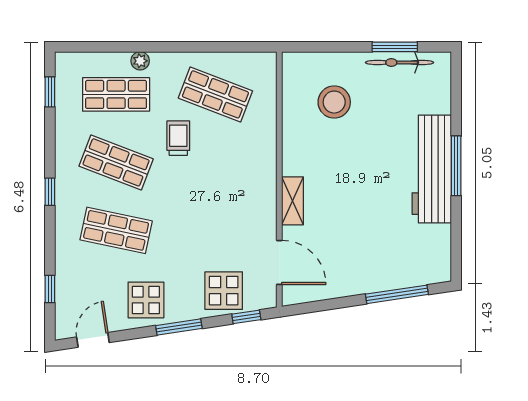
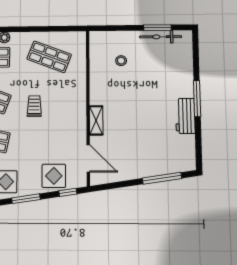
stool: (334, 102) -> (121, 61), width x0.53, depth x0.53
trolley: (178, 138) -> (34, 106), moved
workbench: (432, 169) -> (185, 116), width x0.53, depth x0.76

